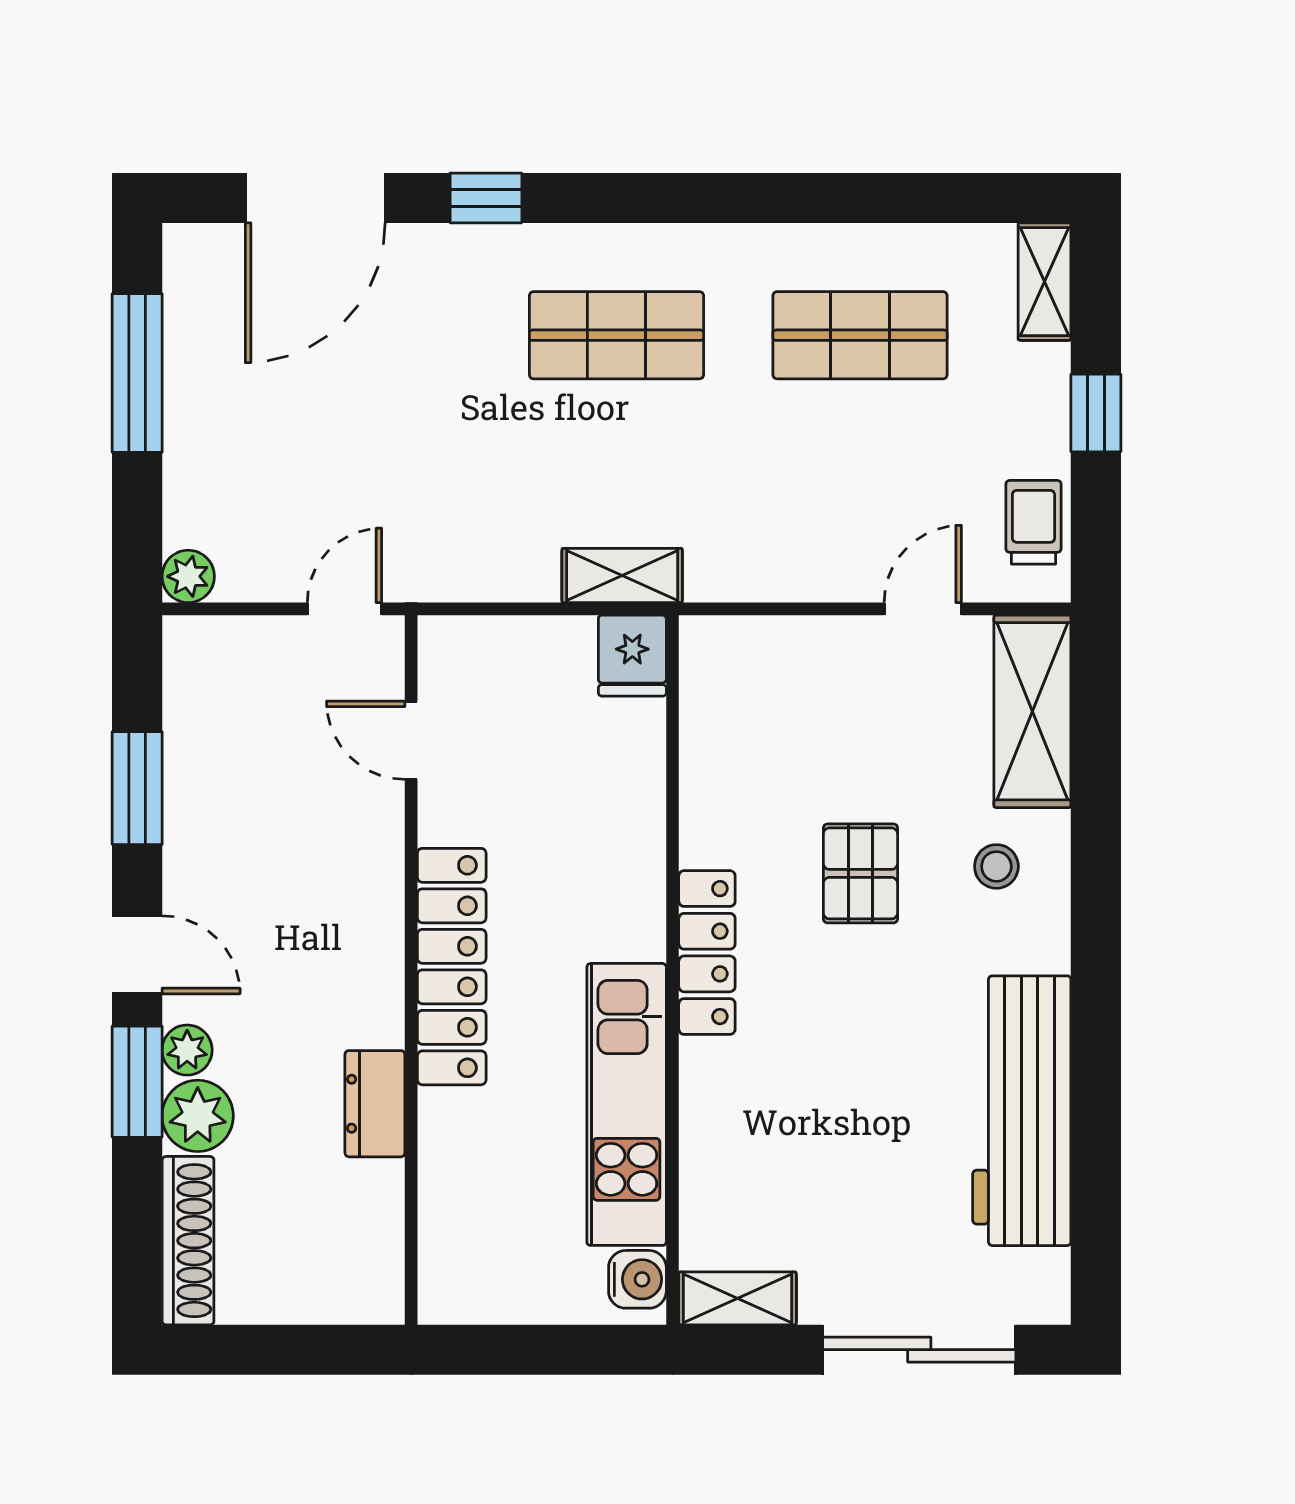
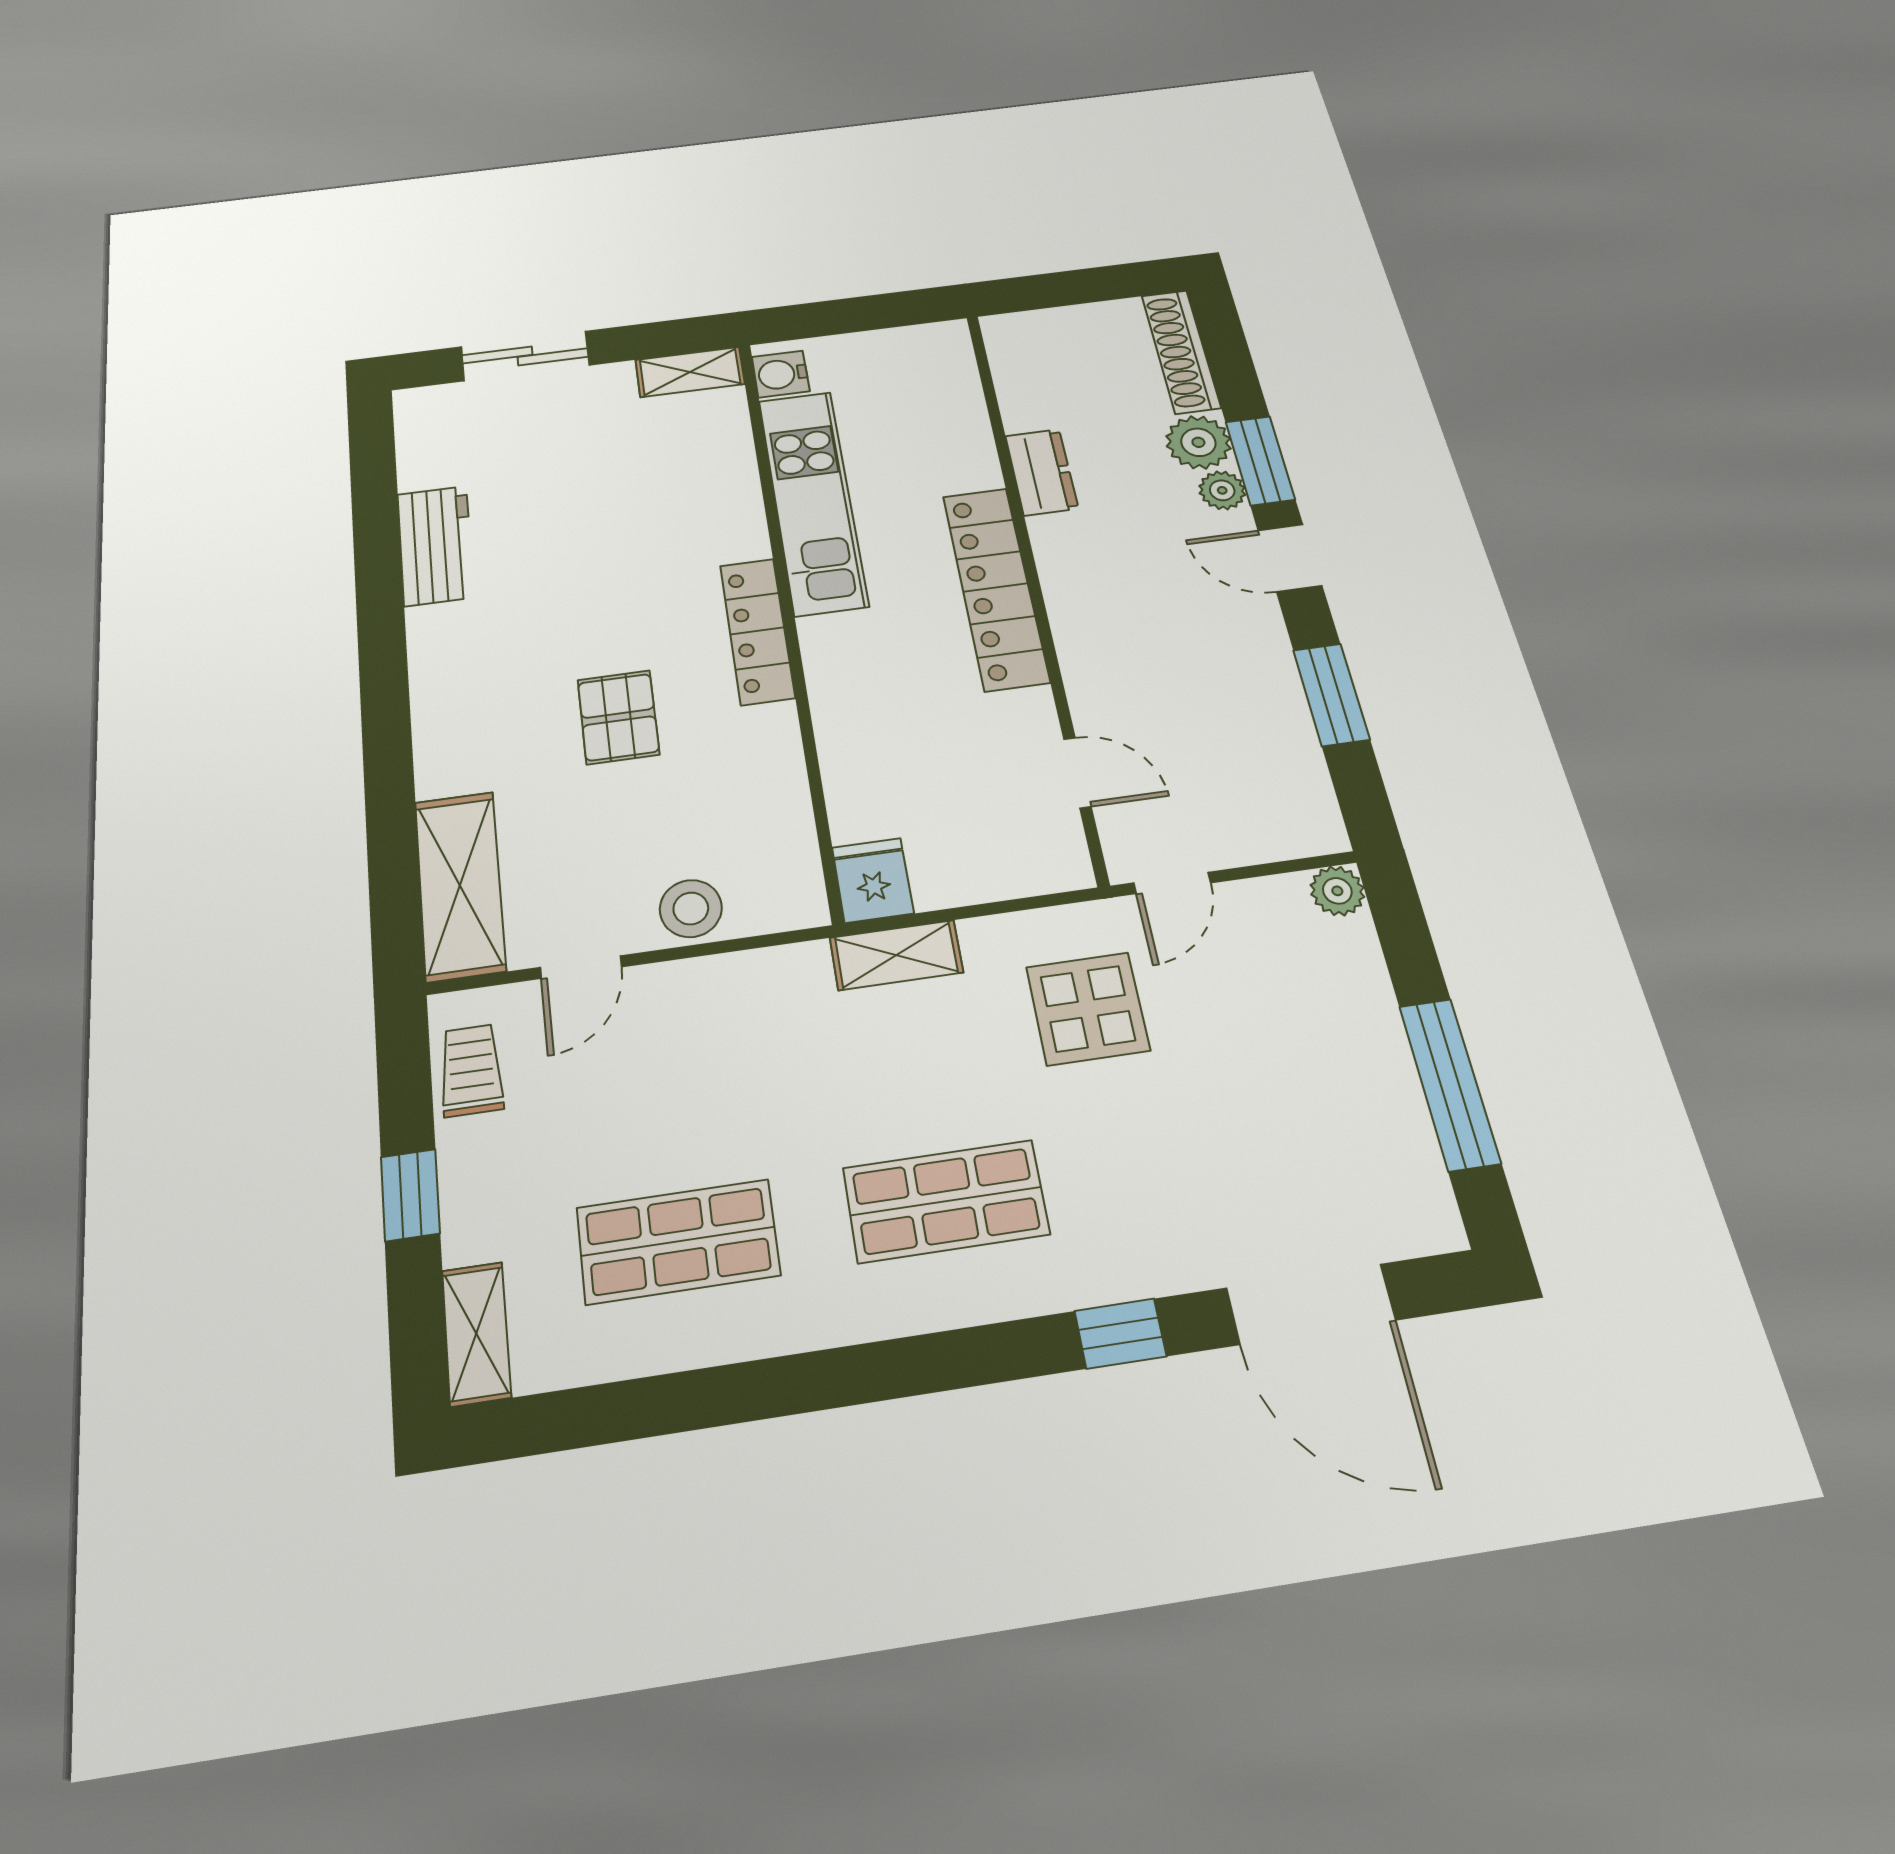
door: (315, 198) -> (1311, 1304), swing flipped
display table: (452, 495) -> (1088, 1009), added
trolley: (1033, 522) -> (471, 1070), turned 180
stool: (996, 866) -> (691, 909), moved, width x1.37, depth x1.37
workbench: (1022, 1111) -> (436, 545), width x0.53, depth x0.76
sliding door: (919, 1350) -> (525, 356), width x0.73

